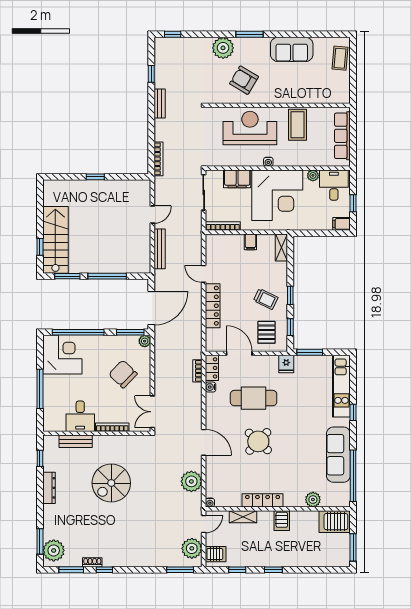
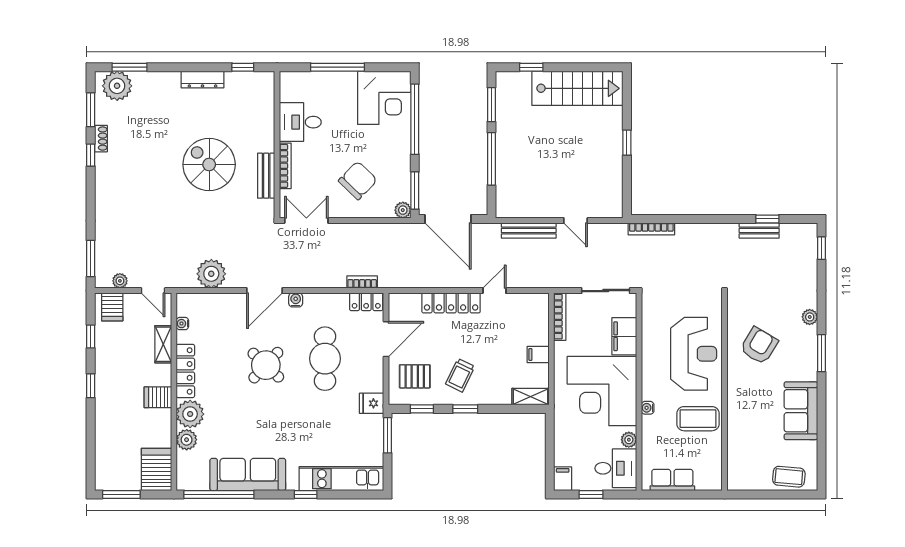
plant: (223, 48) -> (810, 317), width x0.53, depth x0.53
bench: (160, 104) -> (759, 230), moved
row of seats: (342, 136) -> (672, 480), width x0.68
water cooler: (268, 162) -> (648, 408), moved
stairs: (55, 240) -> (577, 88), moved
water cooler: (211, 387) -> (296, 300), moved
bench: (76, 441) -> (266, 176), moved
plant: (294, 497) -> (190, 414), added
water cooler: (210, 503) -> (182, 324), moved
plant: (192, 548) -> (120, 281), width x0.53, depth x0.53

